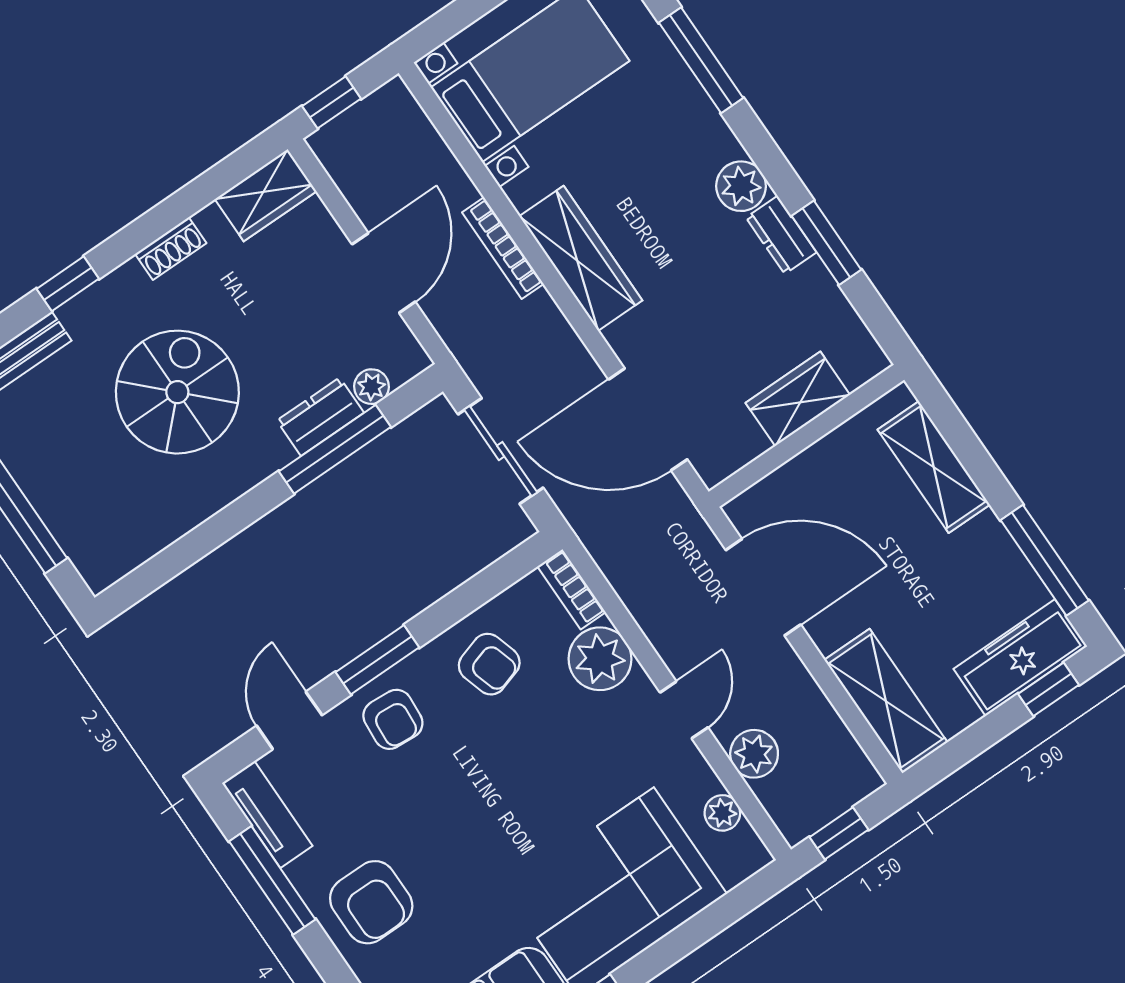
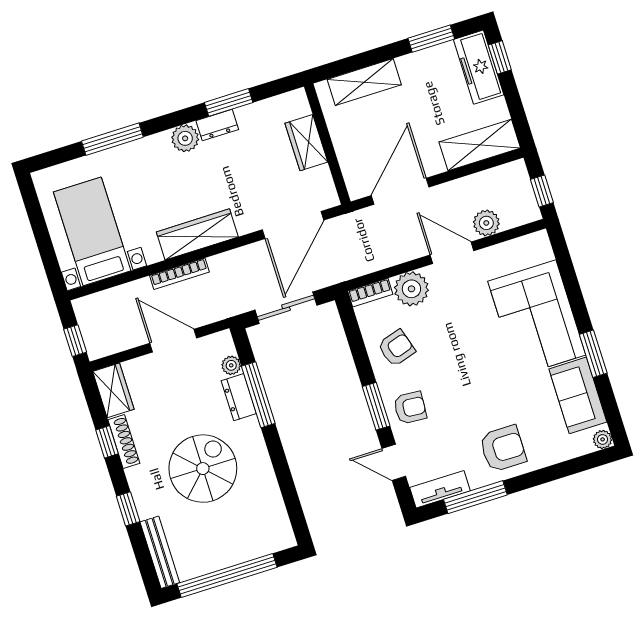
window: (173, 212) -> (107, 442), added
shoe rack: (171, 249) -> (124, 442), width x1.43
spiral stairs: (177, 392) -> (203, 469), turned 90
window: (1045, 560) -> (431, 39), width x0.69
door: (684, 710) -> (452, 253), width x1.38
plant: (722, 813) -> (512, 249), removed

